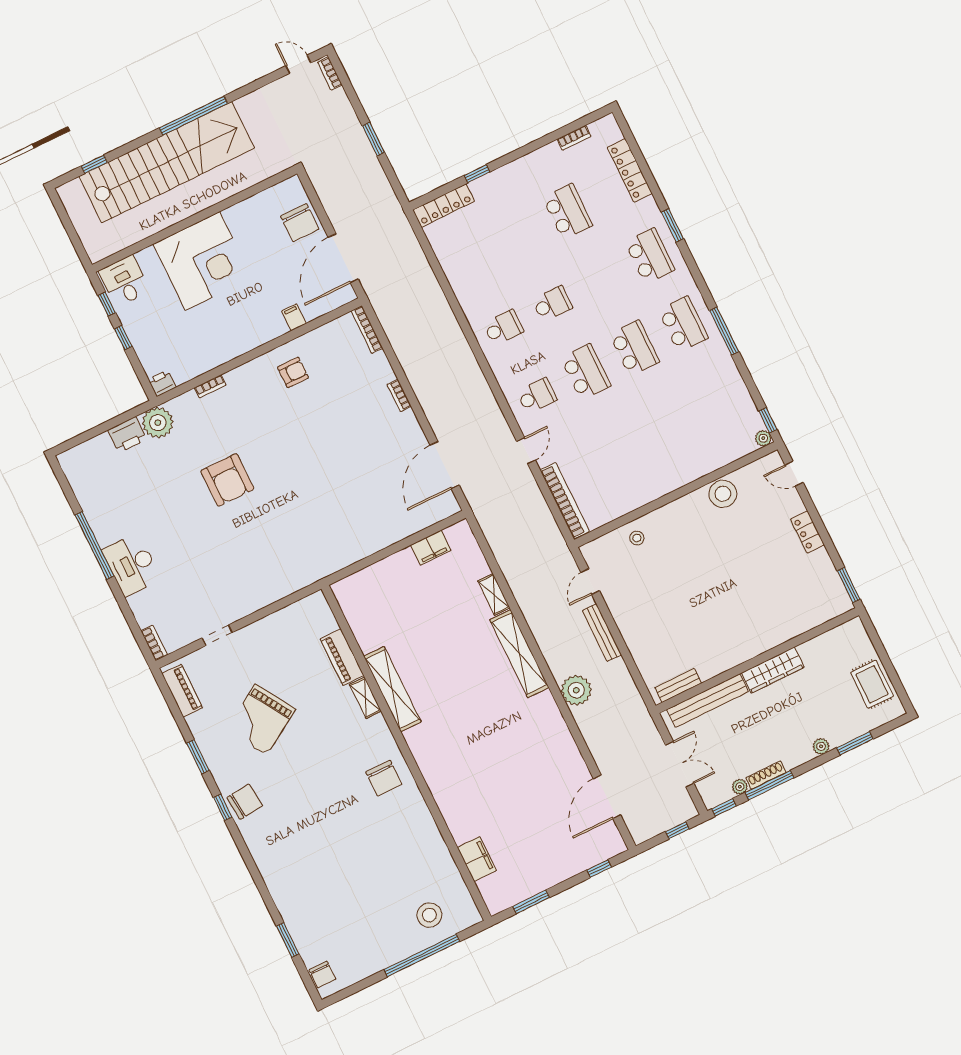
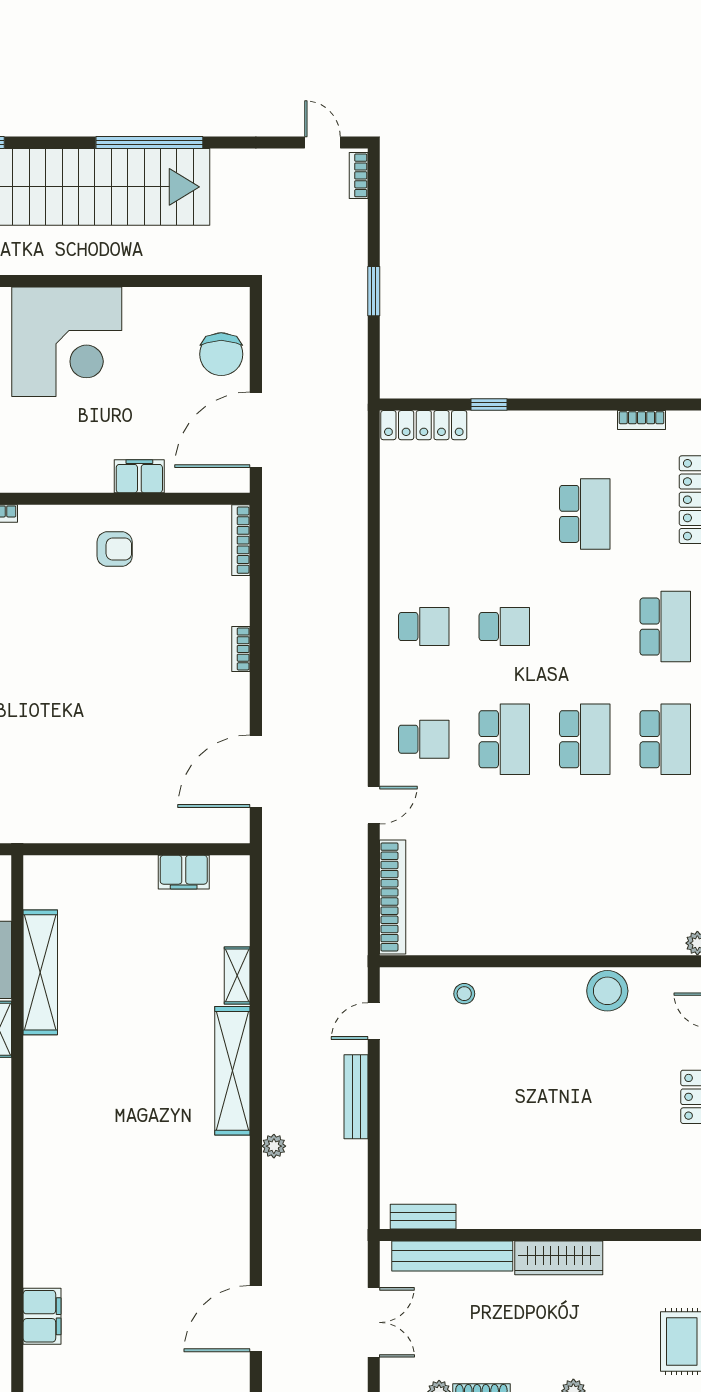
filing cabinet: (294, 317) -> (139, 476), width x2.00
shelving: (392, 689) -> (40, 972), moved
plant: (576, 690) -> (274, 1146), width x0.53, depth x0.53

